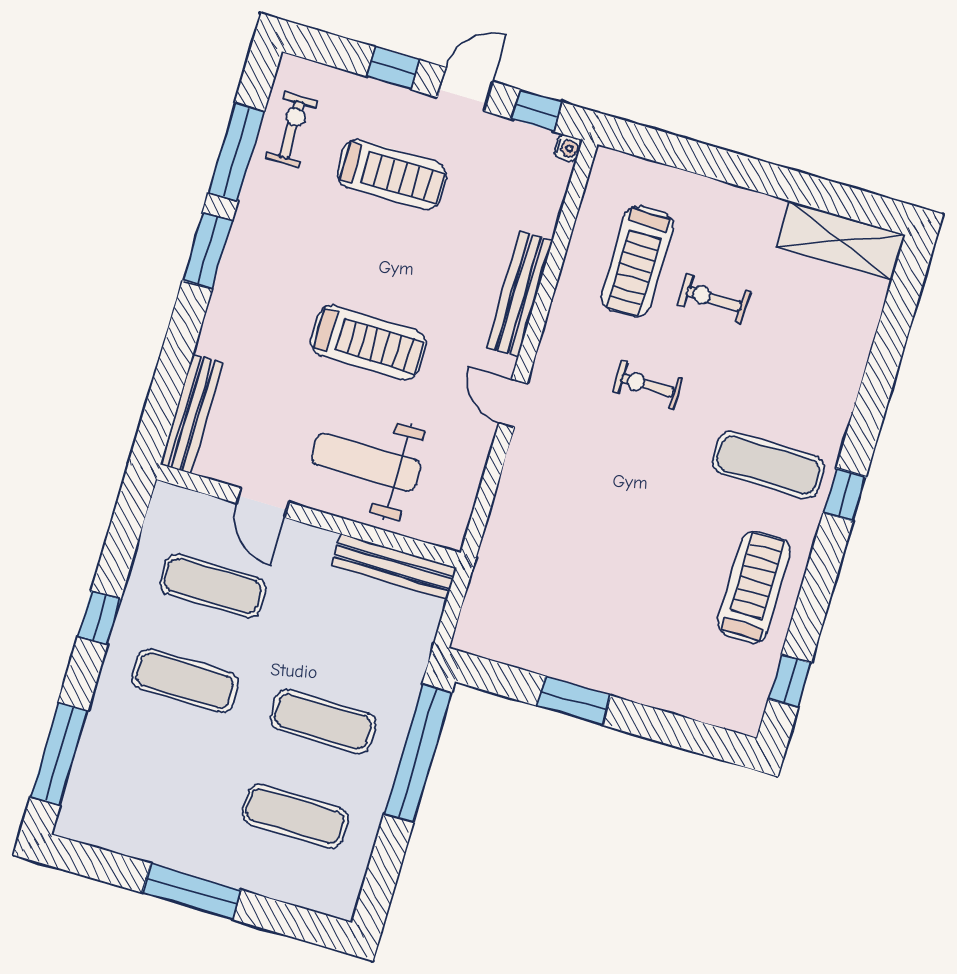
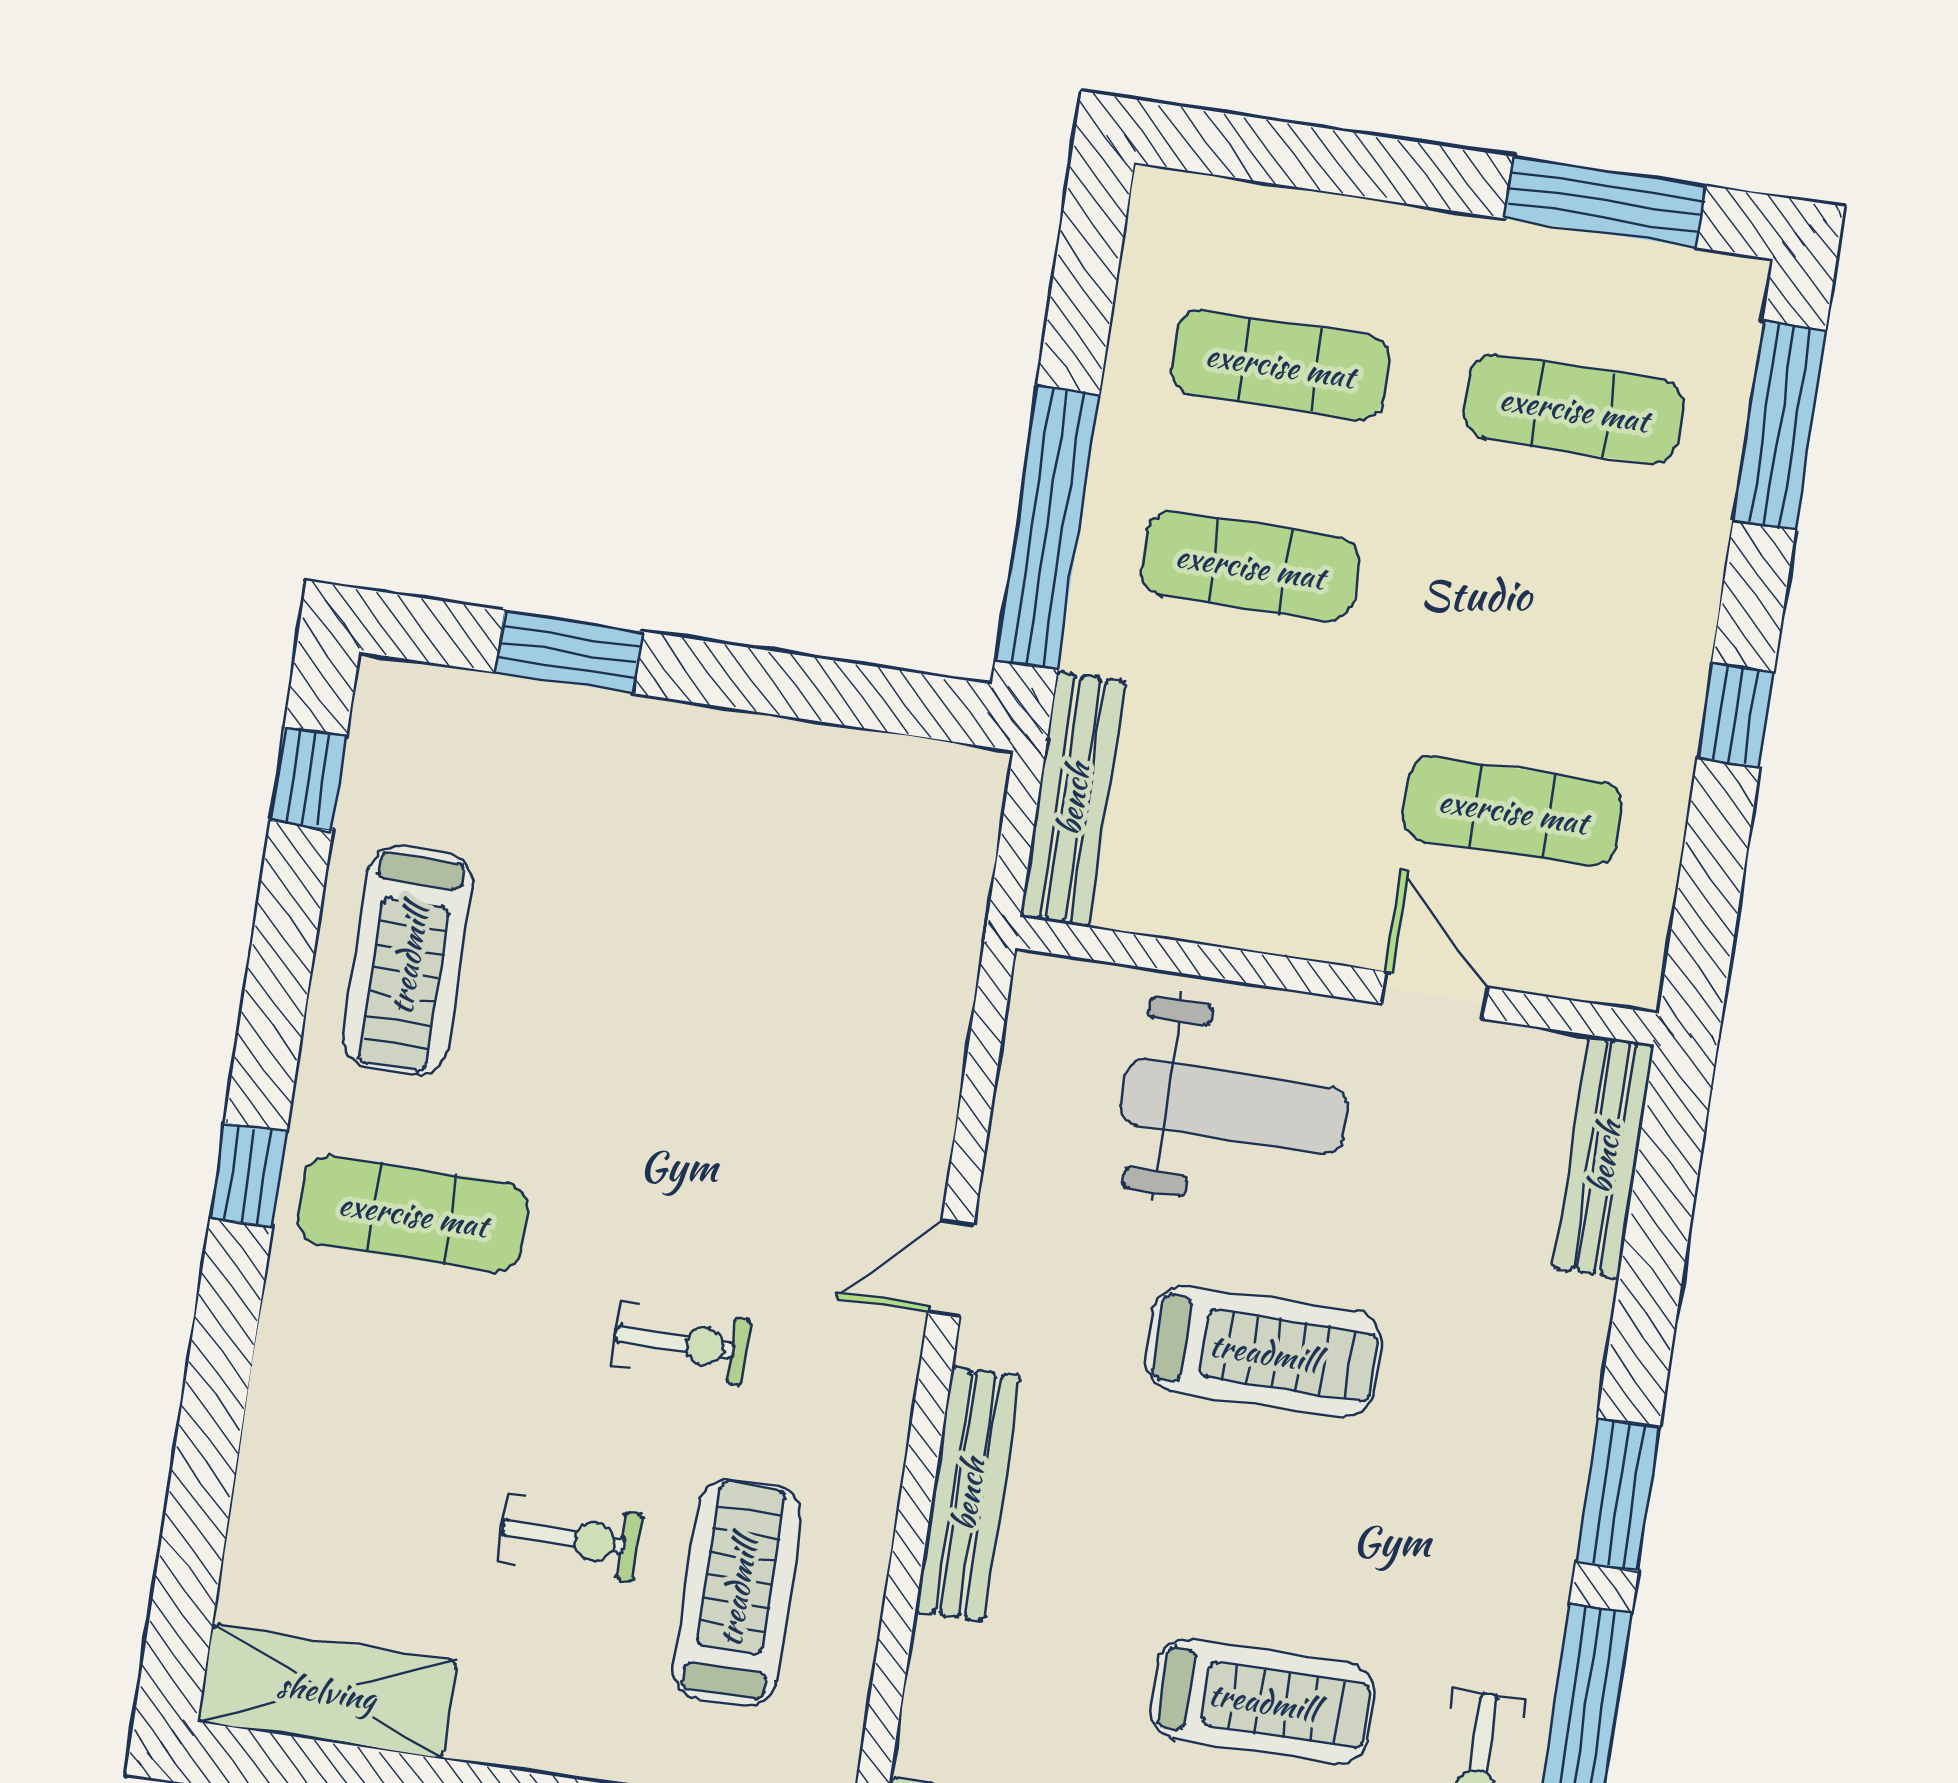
treadmill: (392, 175) -> (1263, 1701), turned 180
treadmill: (368, 343) -> (1264, 1352), turned 180
door: (513, 403) -> (951, 1268), swing flipped
bench: (394, 567) -> (1073, 799), moved, turned 90
exercise mat: (185, 681) -> (1574, 409), moved
window: (574, 701) -> (569, 652), moved
window: (192, 891) -> (1605, 202), moved

